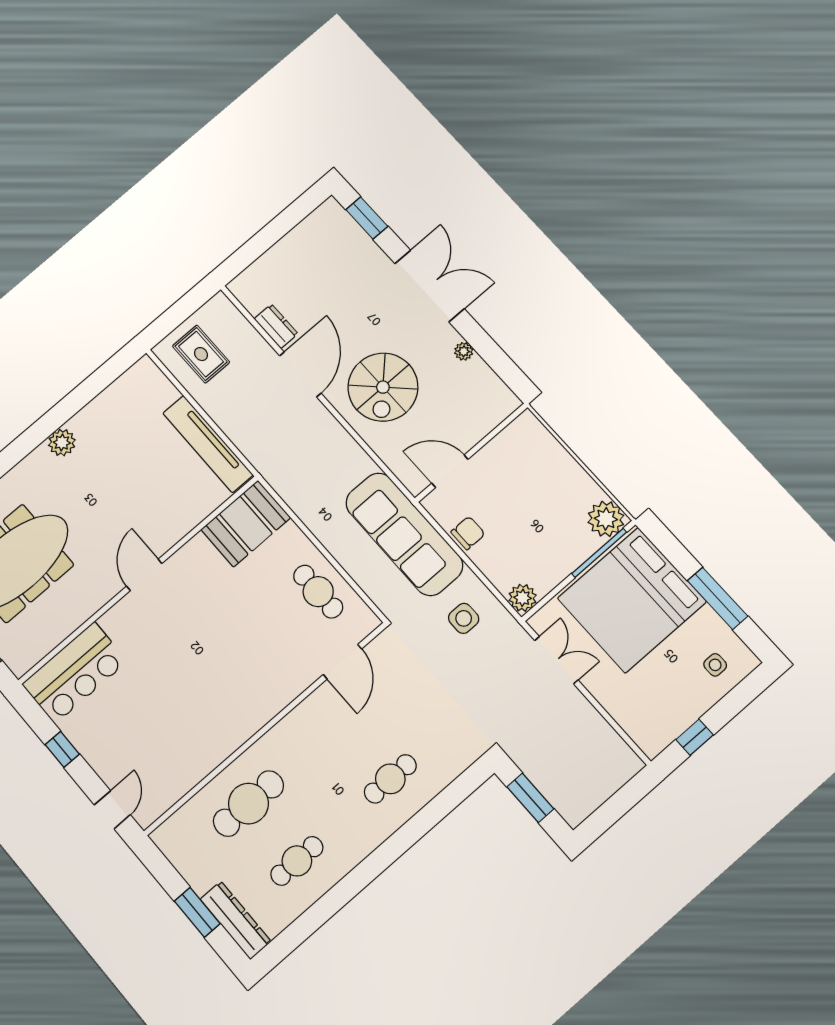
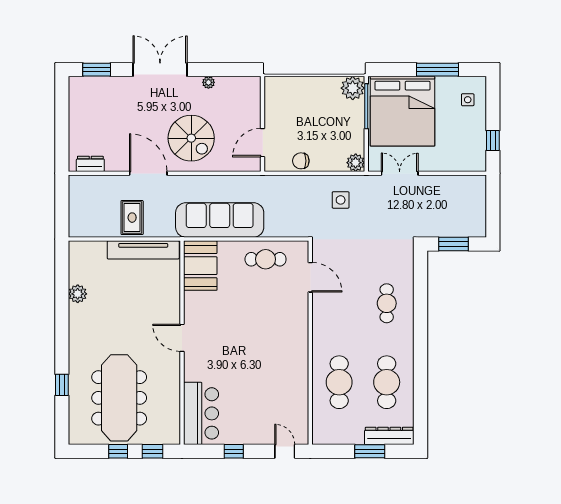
dresser: (276, 326) -> (90, 164), moved
rug: (201, 354) -> (132, 218), moved, turned 90
plant: (62, 443) -> (78, 294), moved
chair: (468, 533) -> (301, 161), turned -90
sofa: (404, 534) -> (220, 220), moved, turned 180
cafe table: (297, 861) -> (387, 382), width x1.37, depth x1.35

